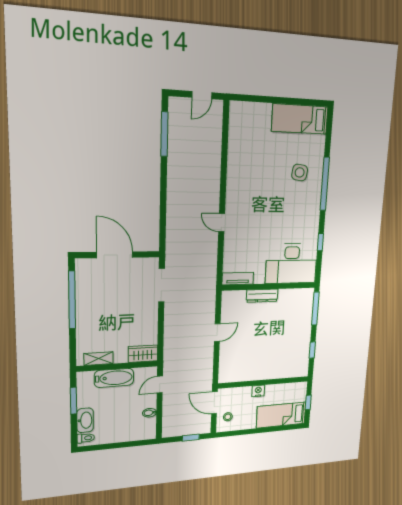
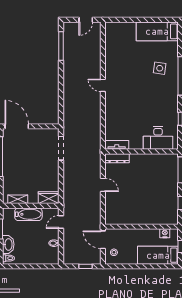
door: (222, 223) -> (103, 85), moved
door: (115, 255) -> (17, 126), moved
desk: (291, 263) -> (158, 138), width x0.73, depth x0.77
dresser: (262, 296) -> (117, 158), moved
door: (217, 333) -> (103, 185), hinge flipped
nightstand: (258, 391) -> (165, 233), moved

